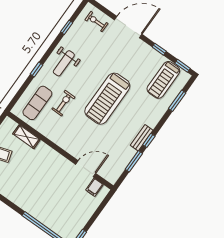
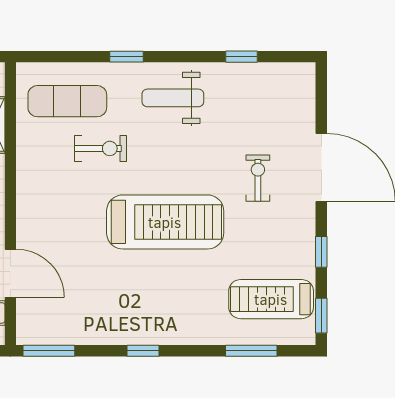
exercise bike: (96, 22) -> (258, 178), moved
treadmill: (107, 99) -> (165, 222), turned 180
bench: (142, 138) -> (139, 334), removed
window: (134, 161) -> (49, 351), moved

